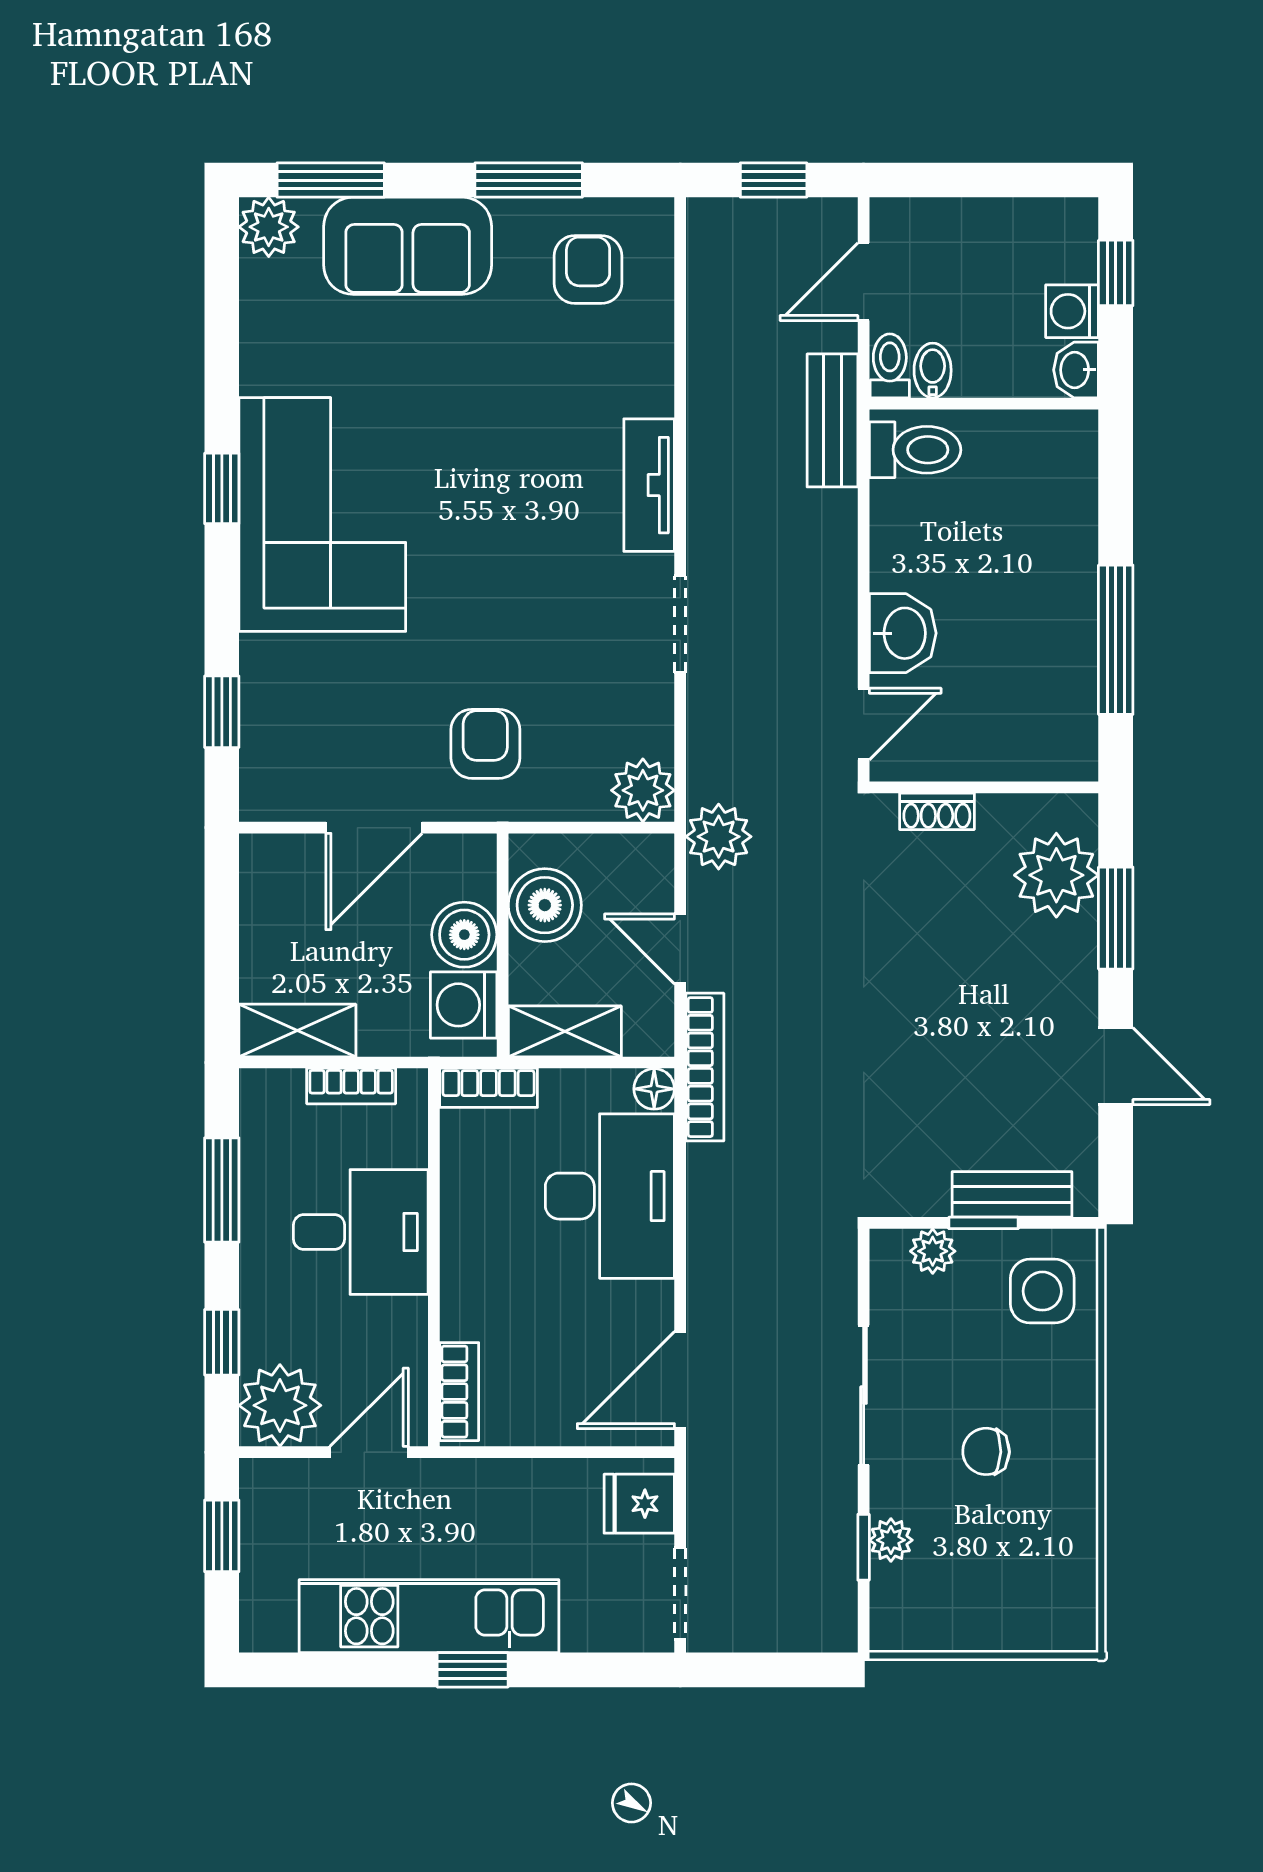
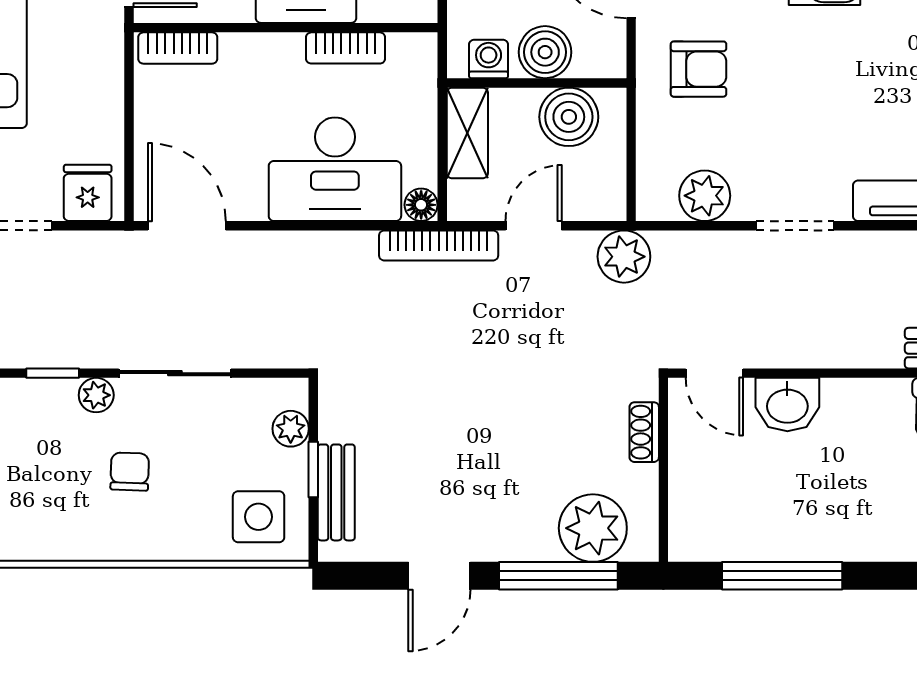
plant: (643, 790) -> (705, 196), moved
window: (1116, 918) -> (558, 576), width x1.44
washing machine: (464, 1005) -> (489, 59), width x0.73, depth x0.73
bookcase: (488, 1088) -> (346, 48), moved, turned -90
plant: (891, 1540) -> (96, 395), moved

